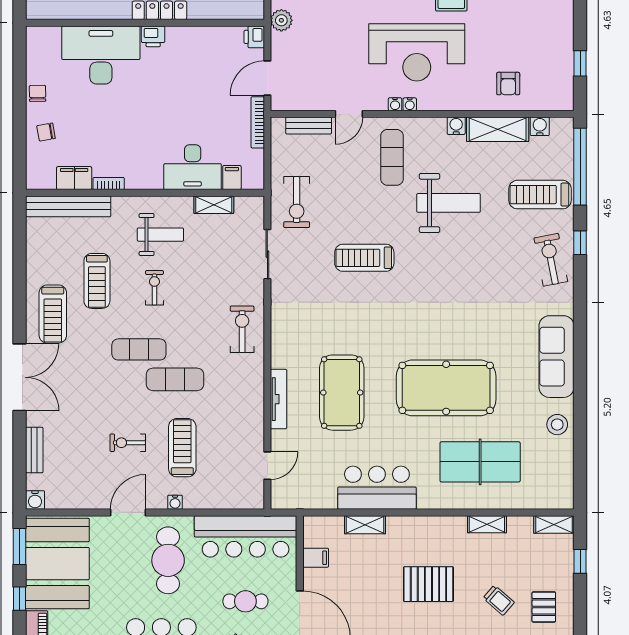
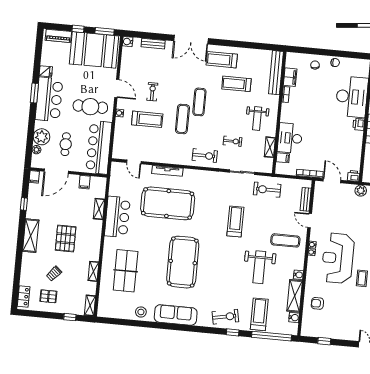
exercise bike: (154, 288) -> (233, 141), moved
pool table: (446, 388) -> (183, 262), moved
pool table: (342, 393) -> (168, 203), width x1.36, depth x1.32

